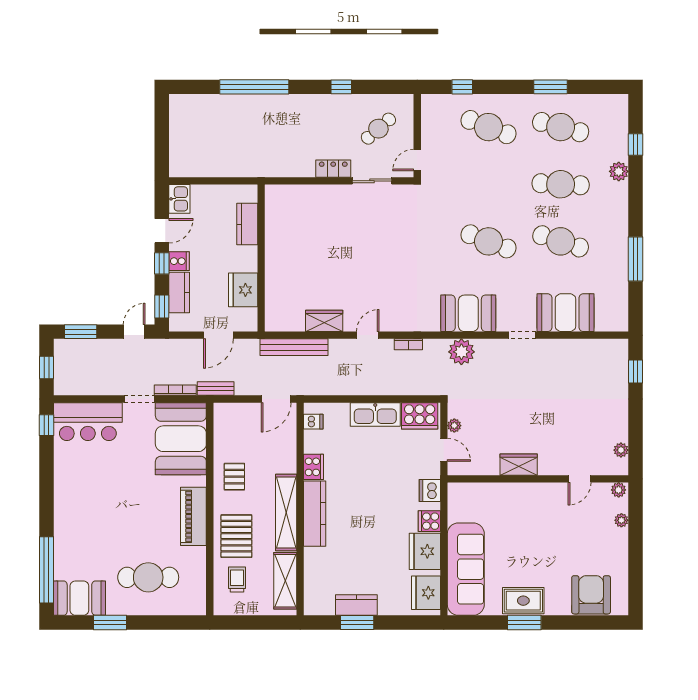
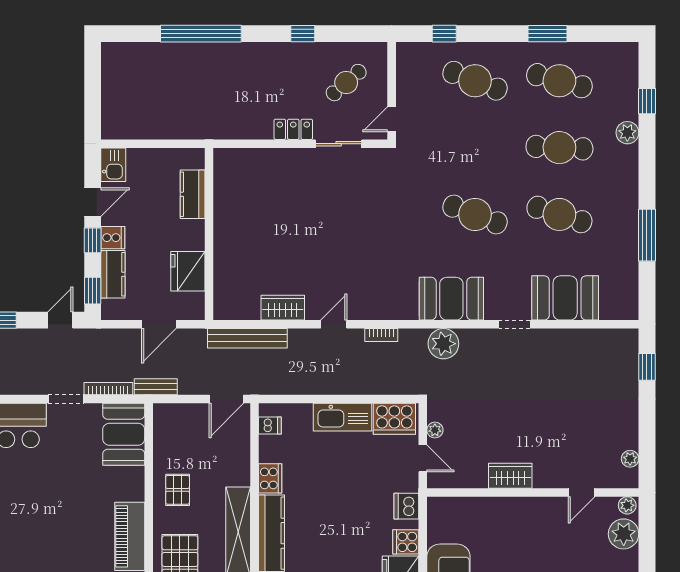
booth: (181, 439) -> (124, 434), width x0.73, depth x0.70
plant: (621, 520) -> (624, 534), width x1.87, depth x1.87

